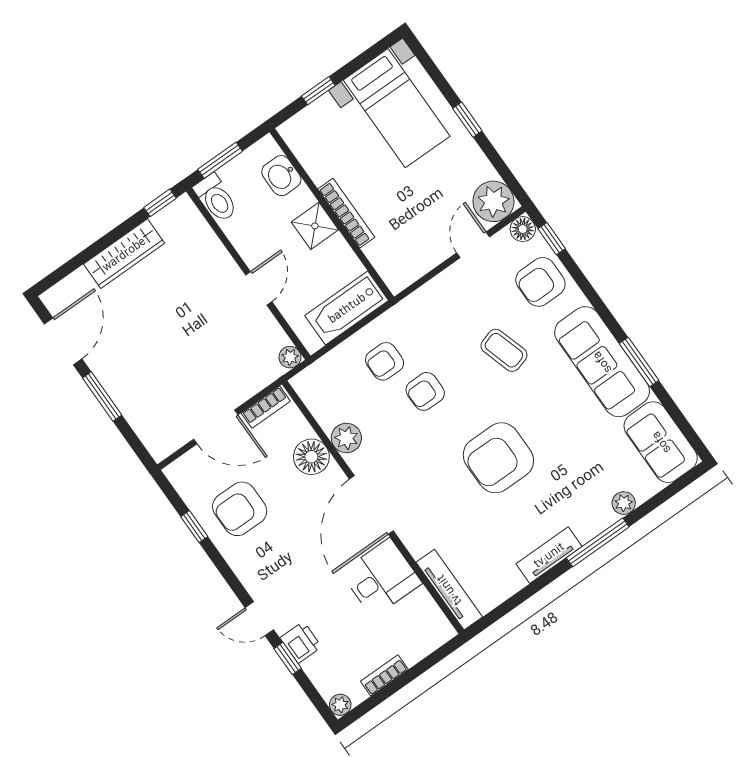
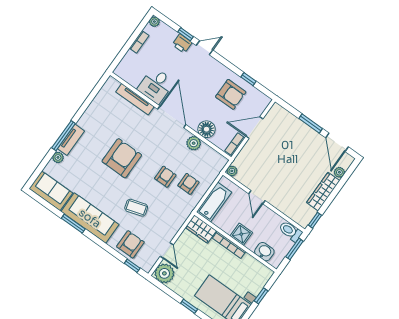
floor lamp: (523, 229) -> (147, 265), removed
wardrobe: (391, 264) -> (201, 229), added
plant: (79, 281) -> (339, 172), added
armchair: (240, 509) -> (231, 94), turned 90
tv unit: (549, 555) -> (71, 140), moved
tv unit: (449, 590) -> (135, 99), moved

